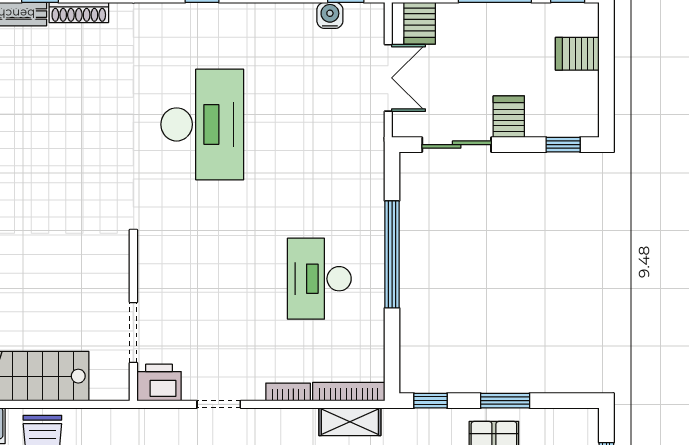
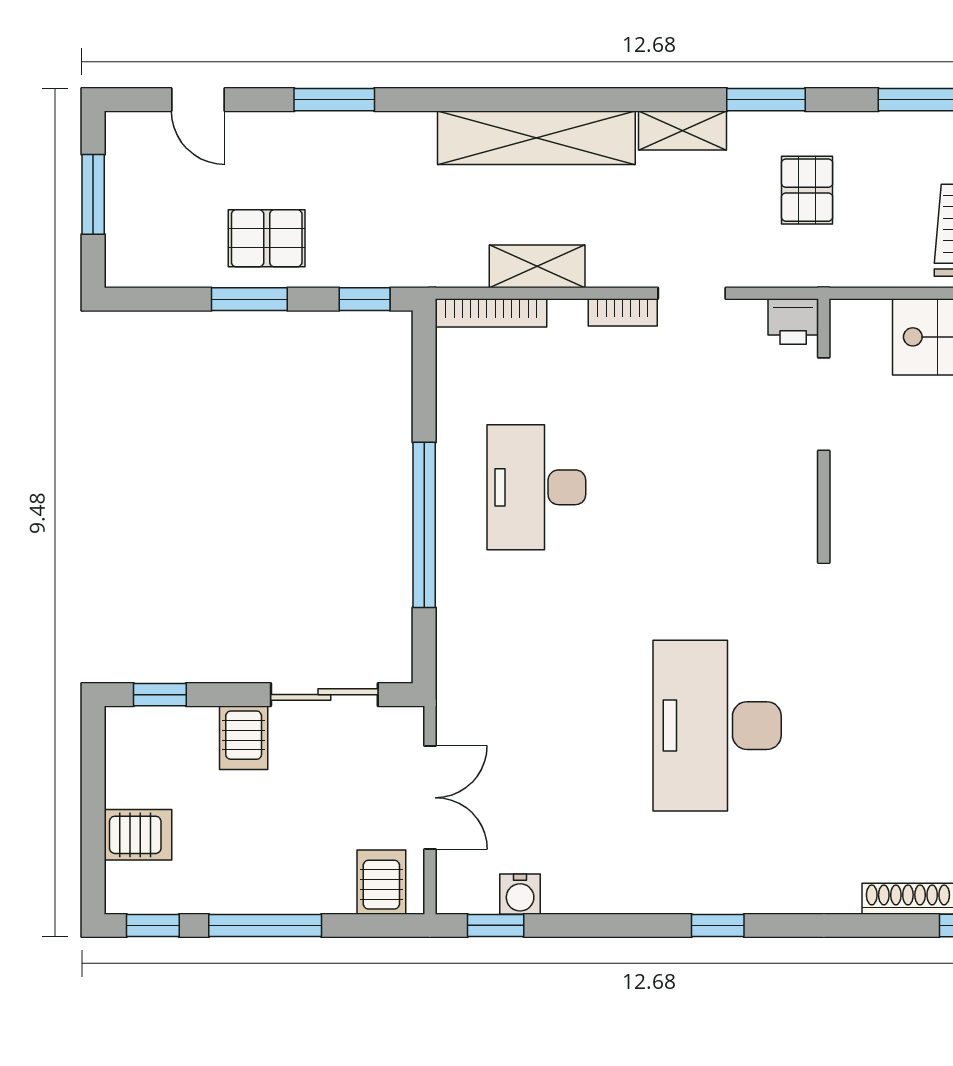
double door: (388, 78) -> (430, 798), swing flipped
desk: (319, 279) -> (536, 487), turned 180
printer: (159, 383) -> (793, 321), width x0.73, depth x0.81
bookcase: (288, 392) -> (623, 312), moved
shelving: (350, 422) -> (537, 266), moved

